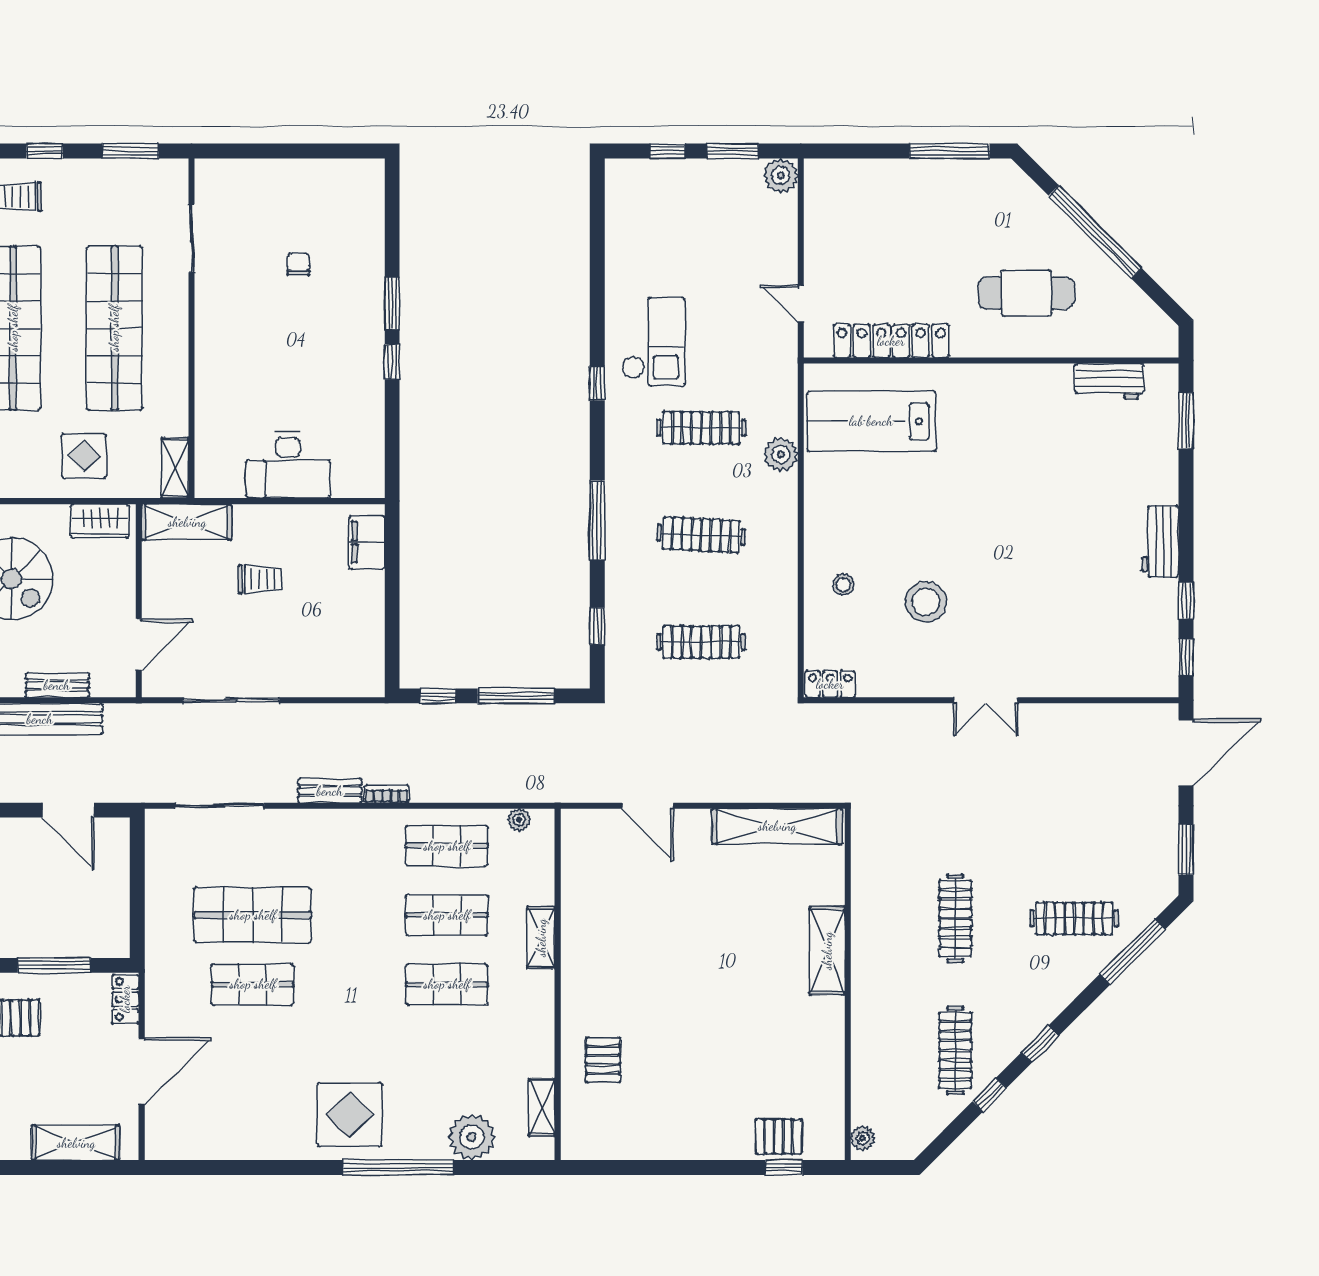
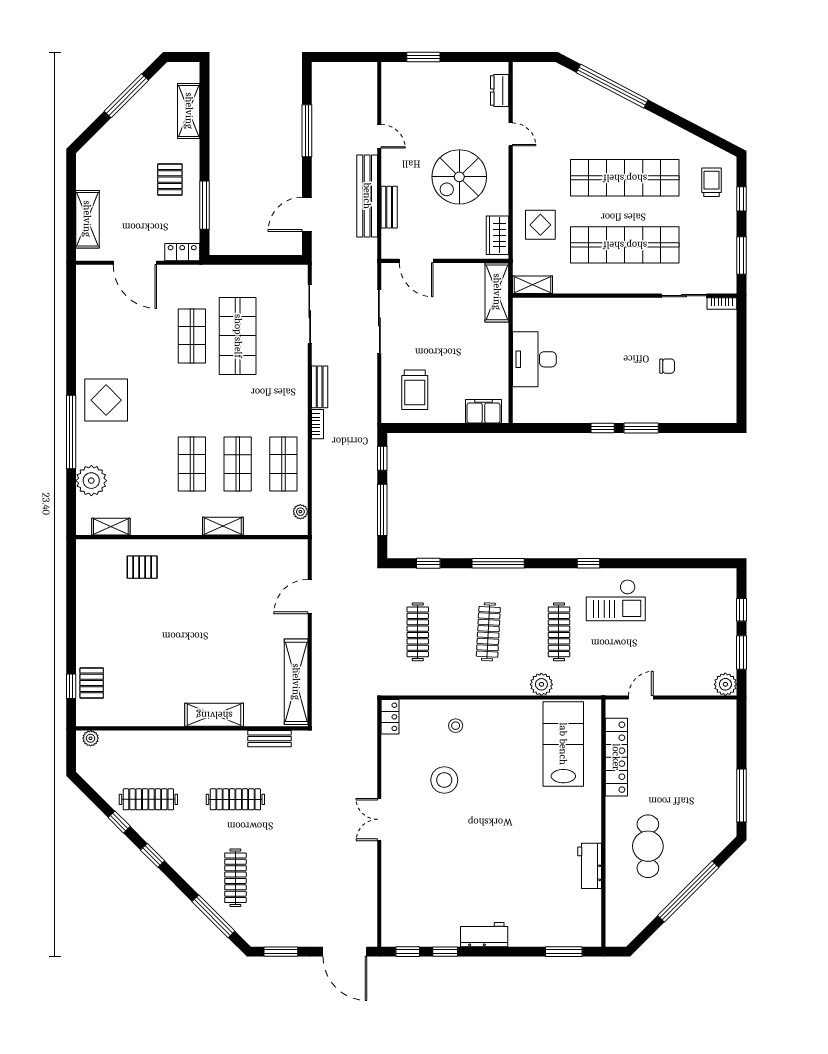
bookcase: (203, 181) -> (722, 304), added
workbench: (1109, 381) -> (590, 866), moved
trolley: (260, 579) -> (415, 390), moved, width x1.36, depth x1.39
bench: (863, 867) -> (269, 739), added

